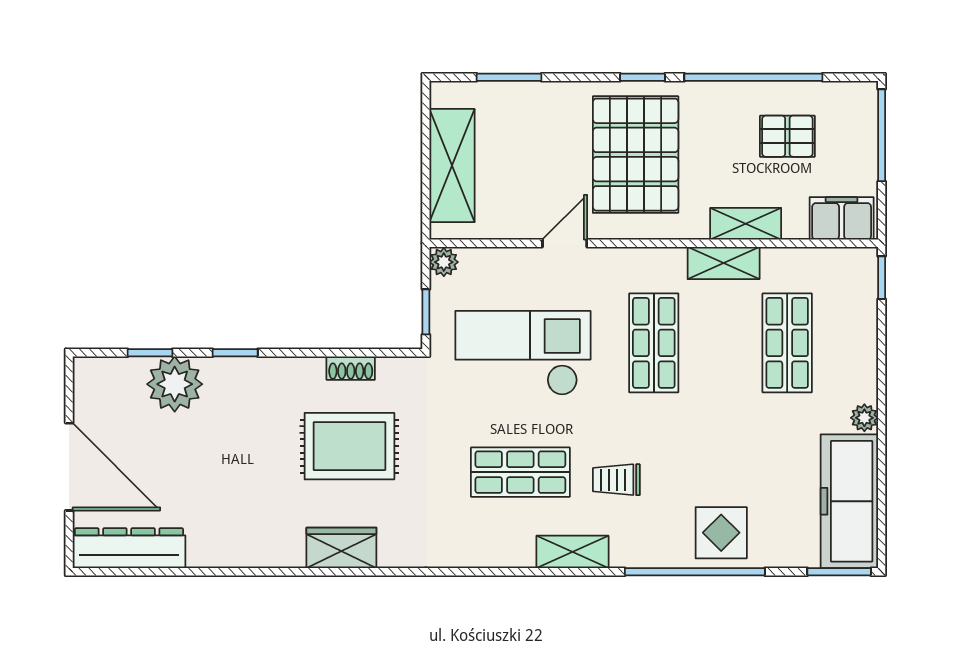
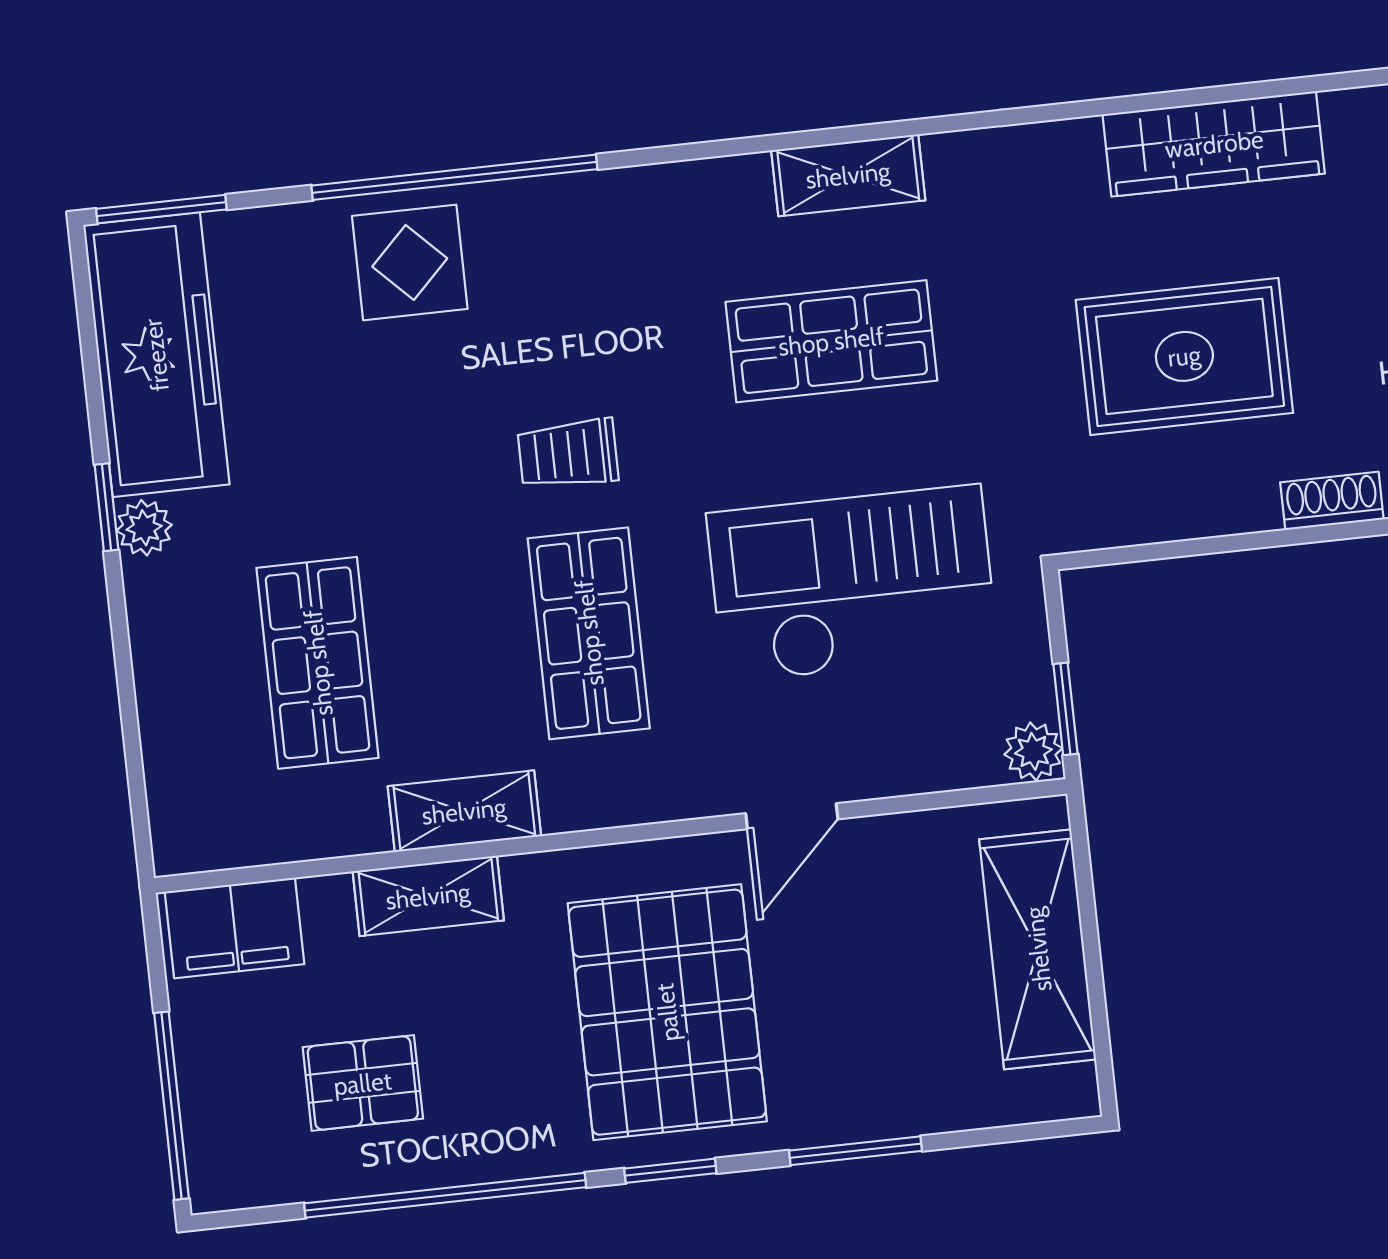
window: (509, 77) -> (855, 1151), moved
window: (882, 278) -> (106, 507), moved
window: (426, 312) -> (1065, 709), moved
checkout: (523, 353) -> (852, 584), turned 180
shoe rack: (351, 368) -> (1332, 501), moved
trolley: (616, 480) -> (568, 454), moved, turned 180
wardrobe: (341, 548) -> (1214, 144), width x1.50
shelving: (572, 552) -> (848, 175), moved

